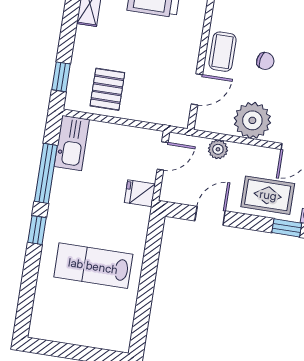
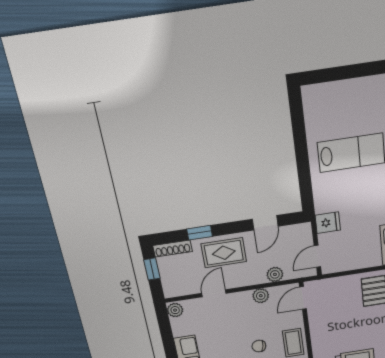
door: (197, 89) -> (303, 298), moved
plant: (252, 120) -> (261, 296), width x0.53, depth x0.53

